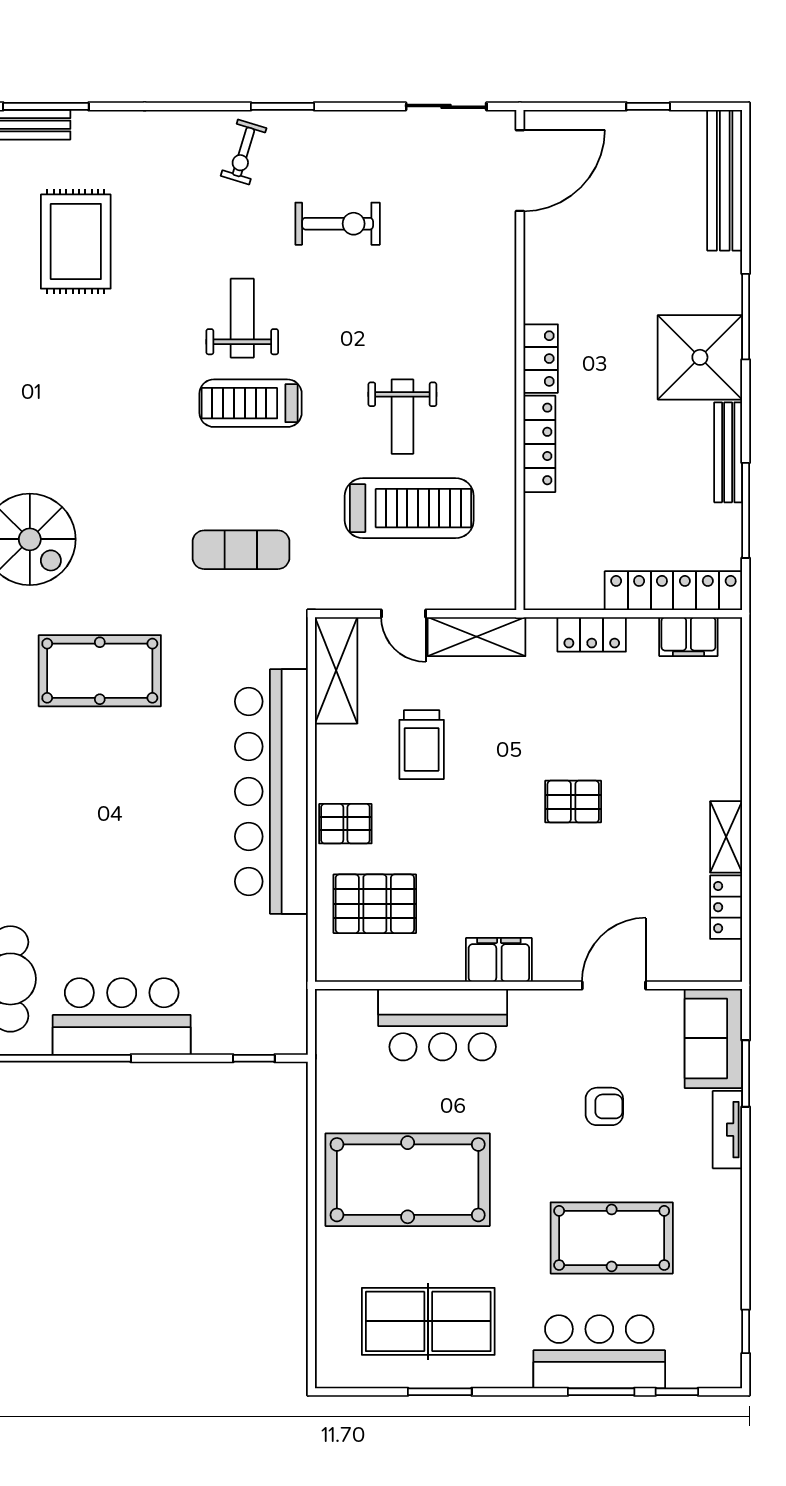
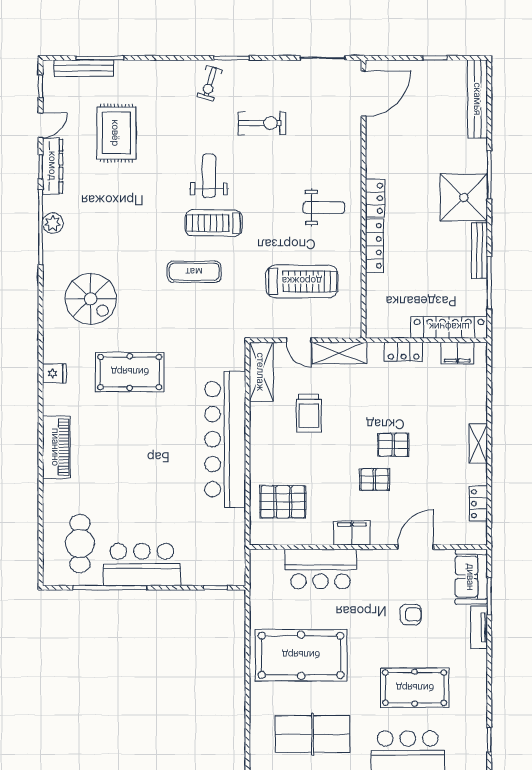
weight bench: (402, 417) -> (324, 208), moved, turned -90
exercise mat: (241, 550) -> (194, 272), moved
pallet: (345, 824) -> (375, 479), moved
shelving: (726, 837) -> (478, 443), moved

